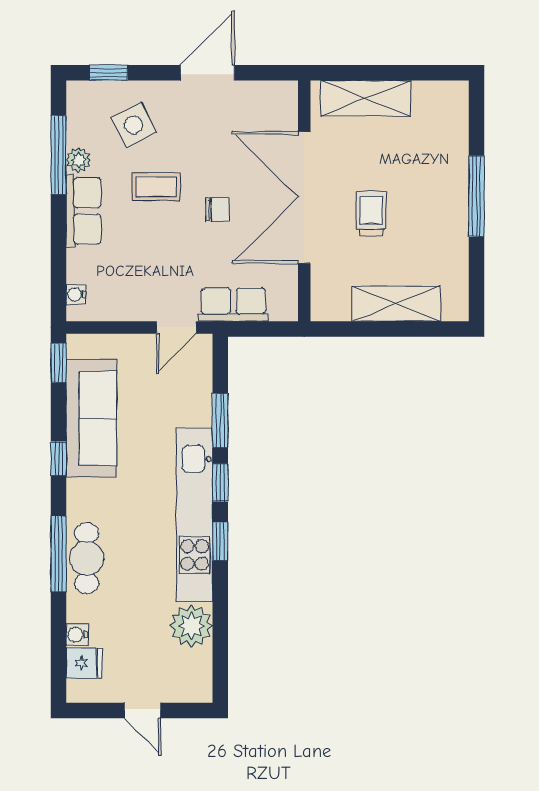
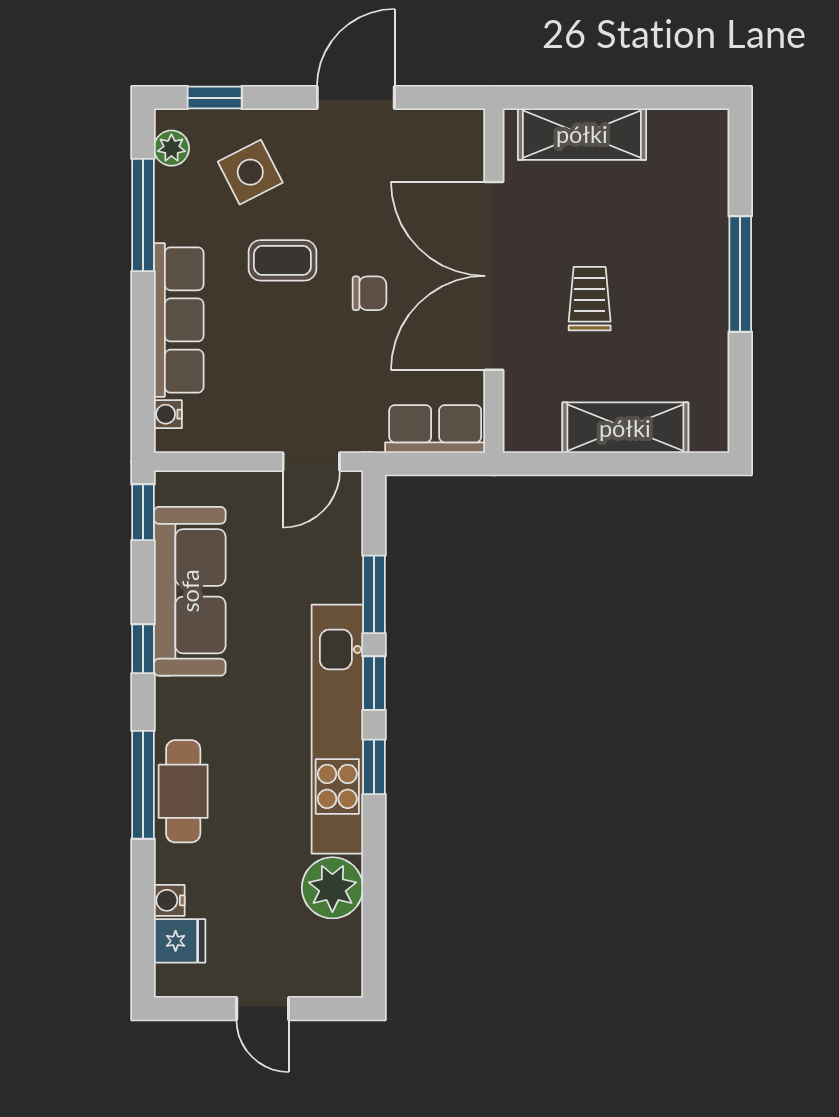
plant: (79, 160) -> (171, 148), moved
row of seats: (84, 211) -> (179, 320), width x1.48
row of seats: (233, 305) -> (435, 429), moved

